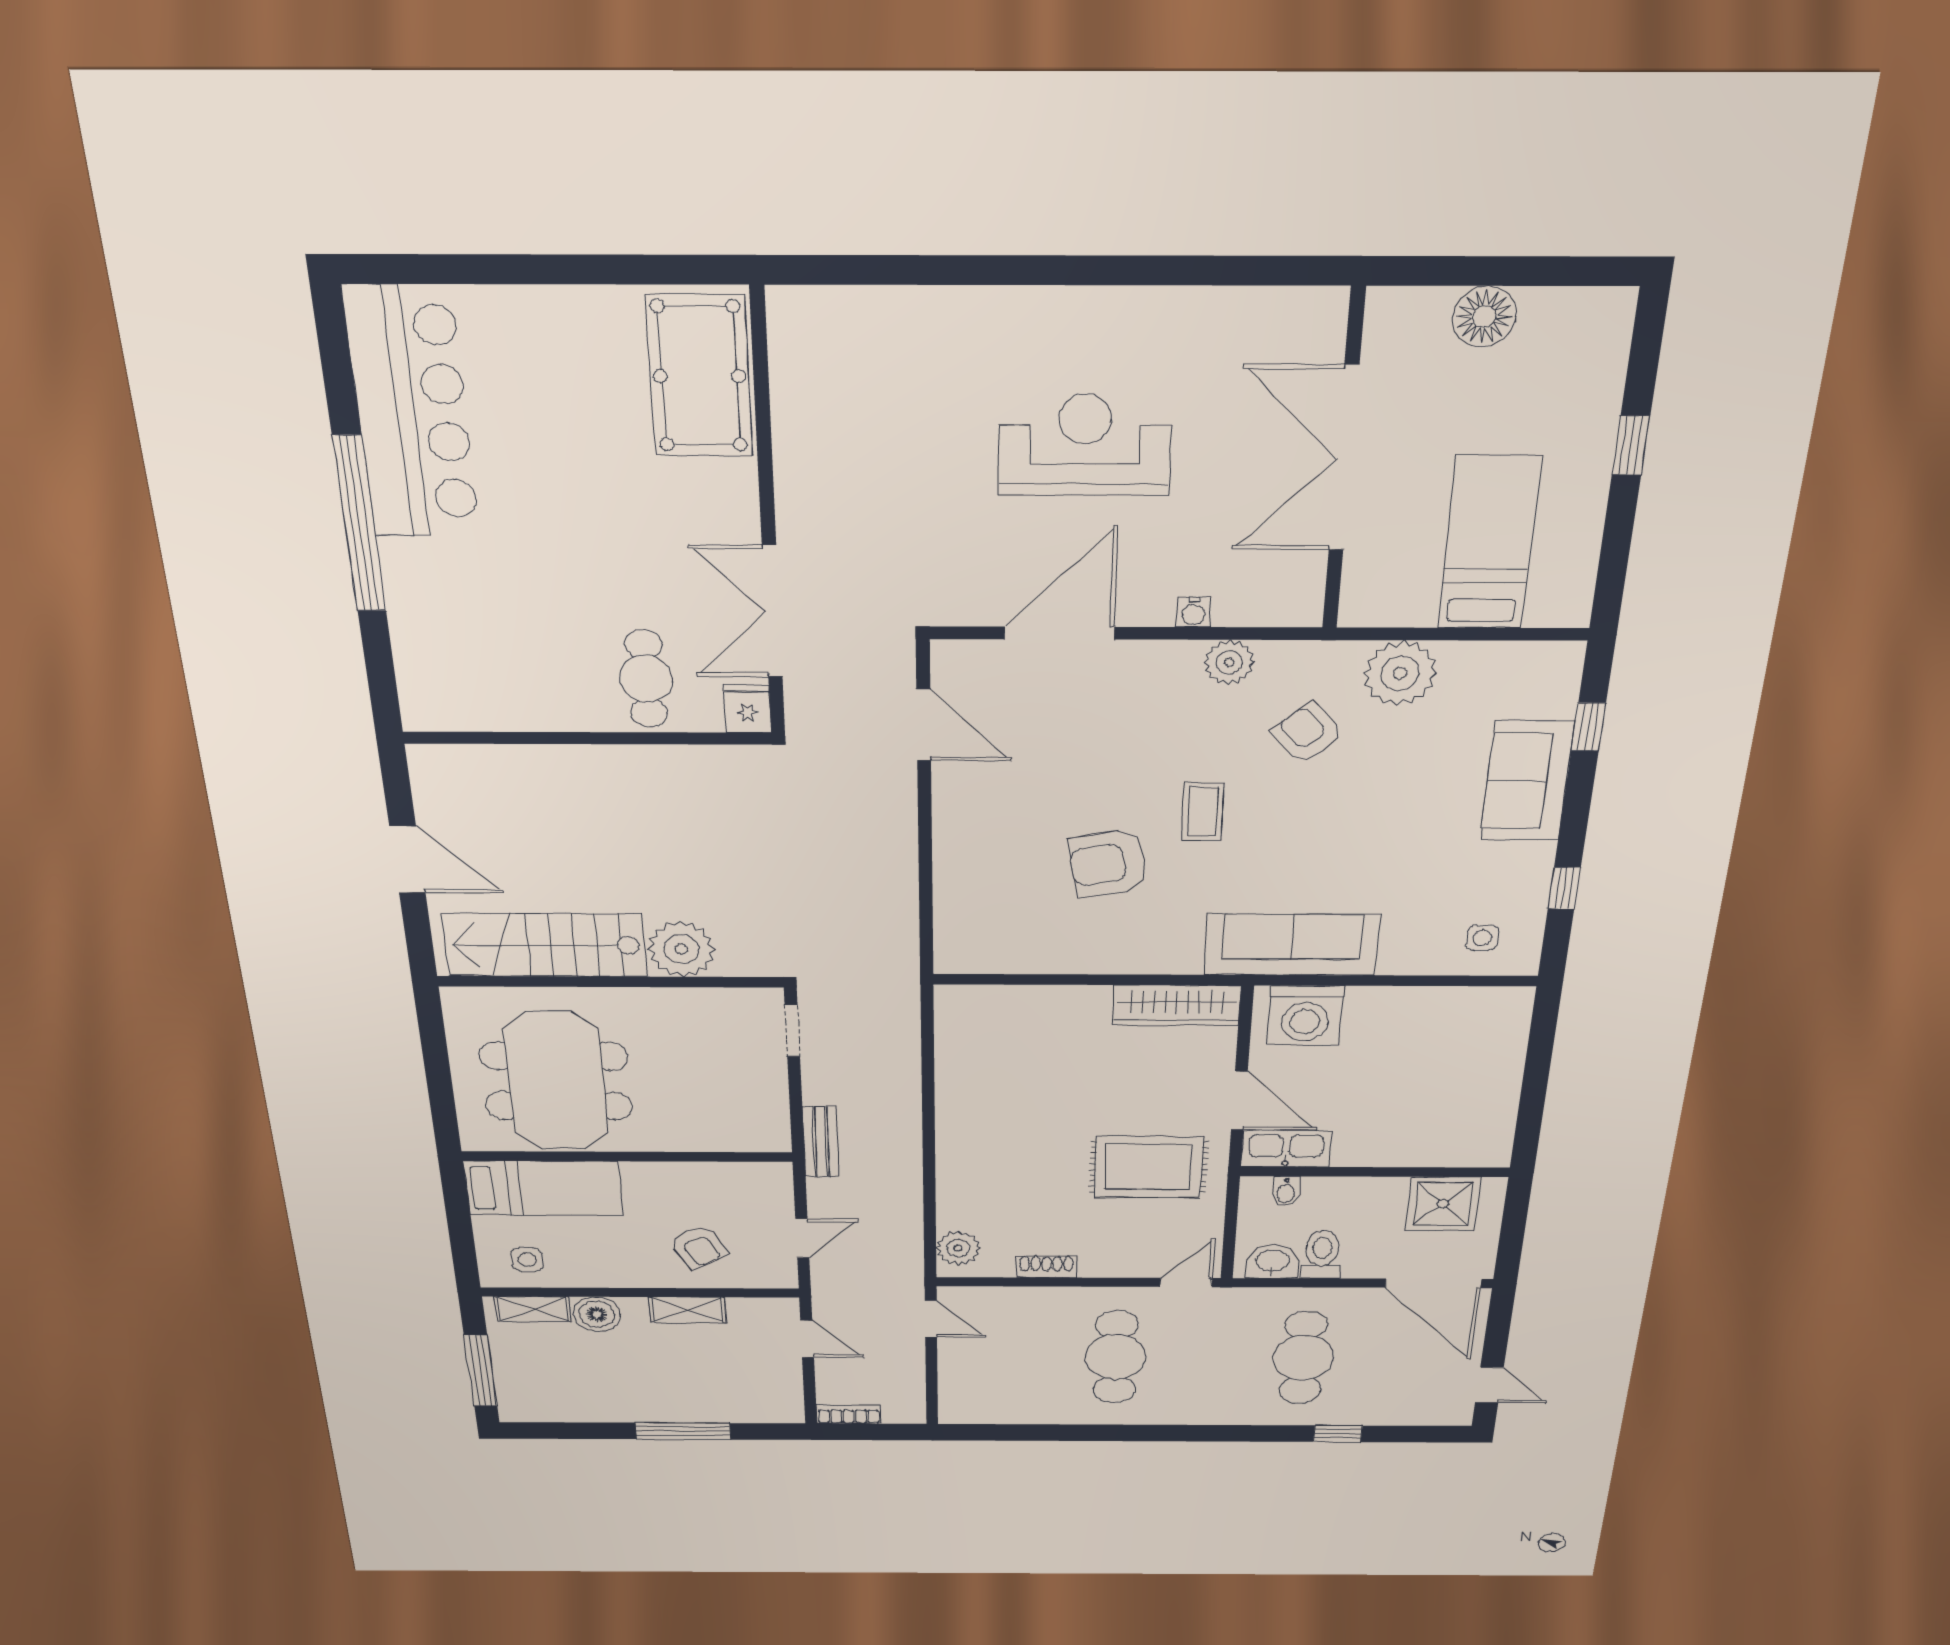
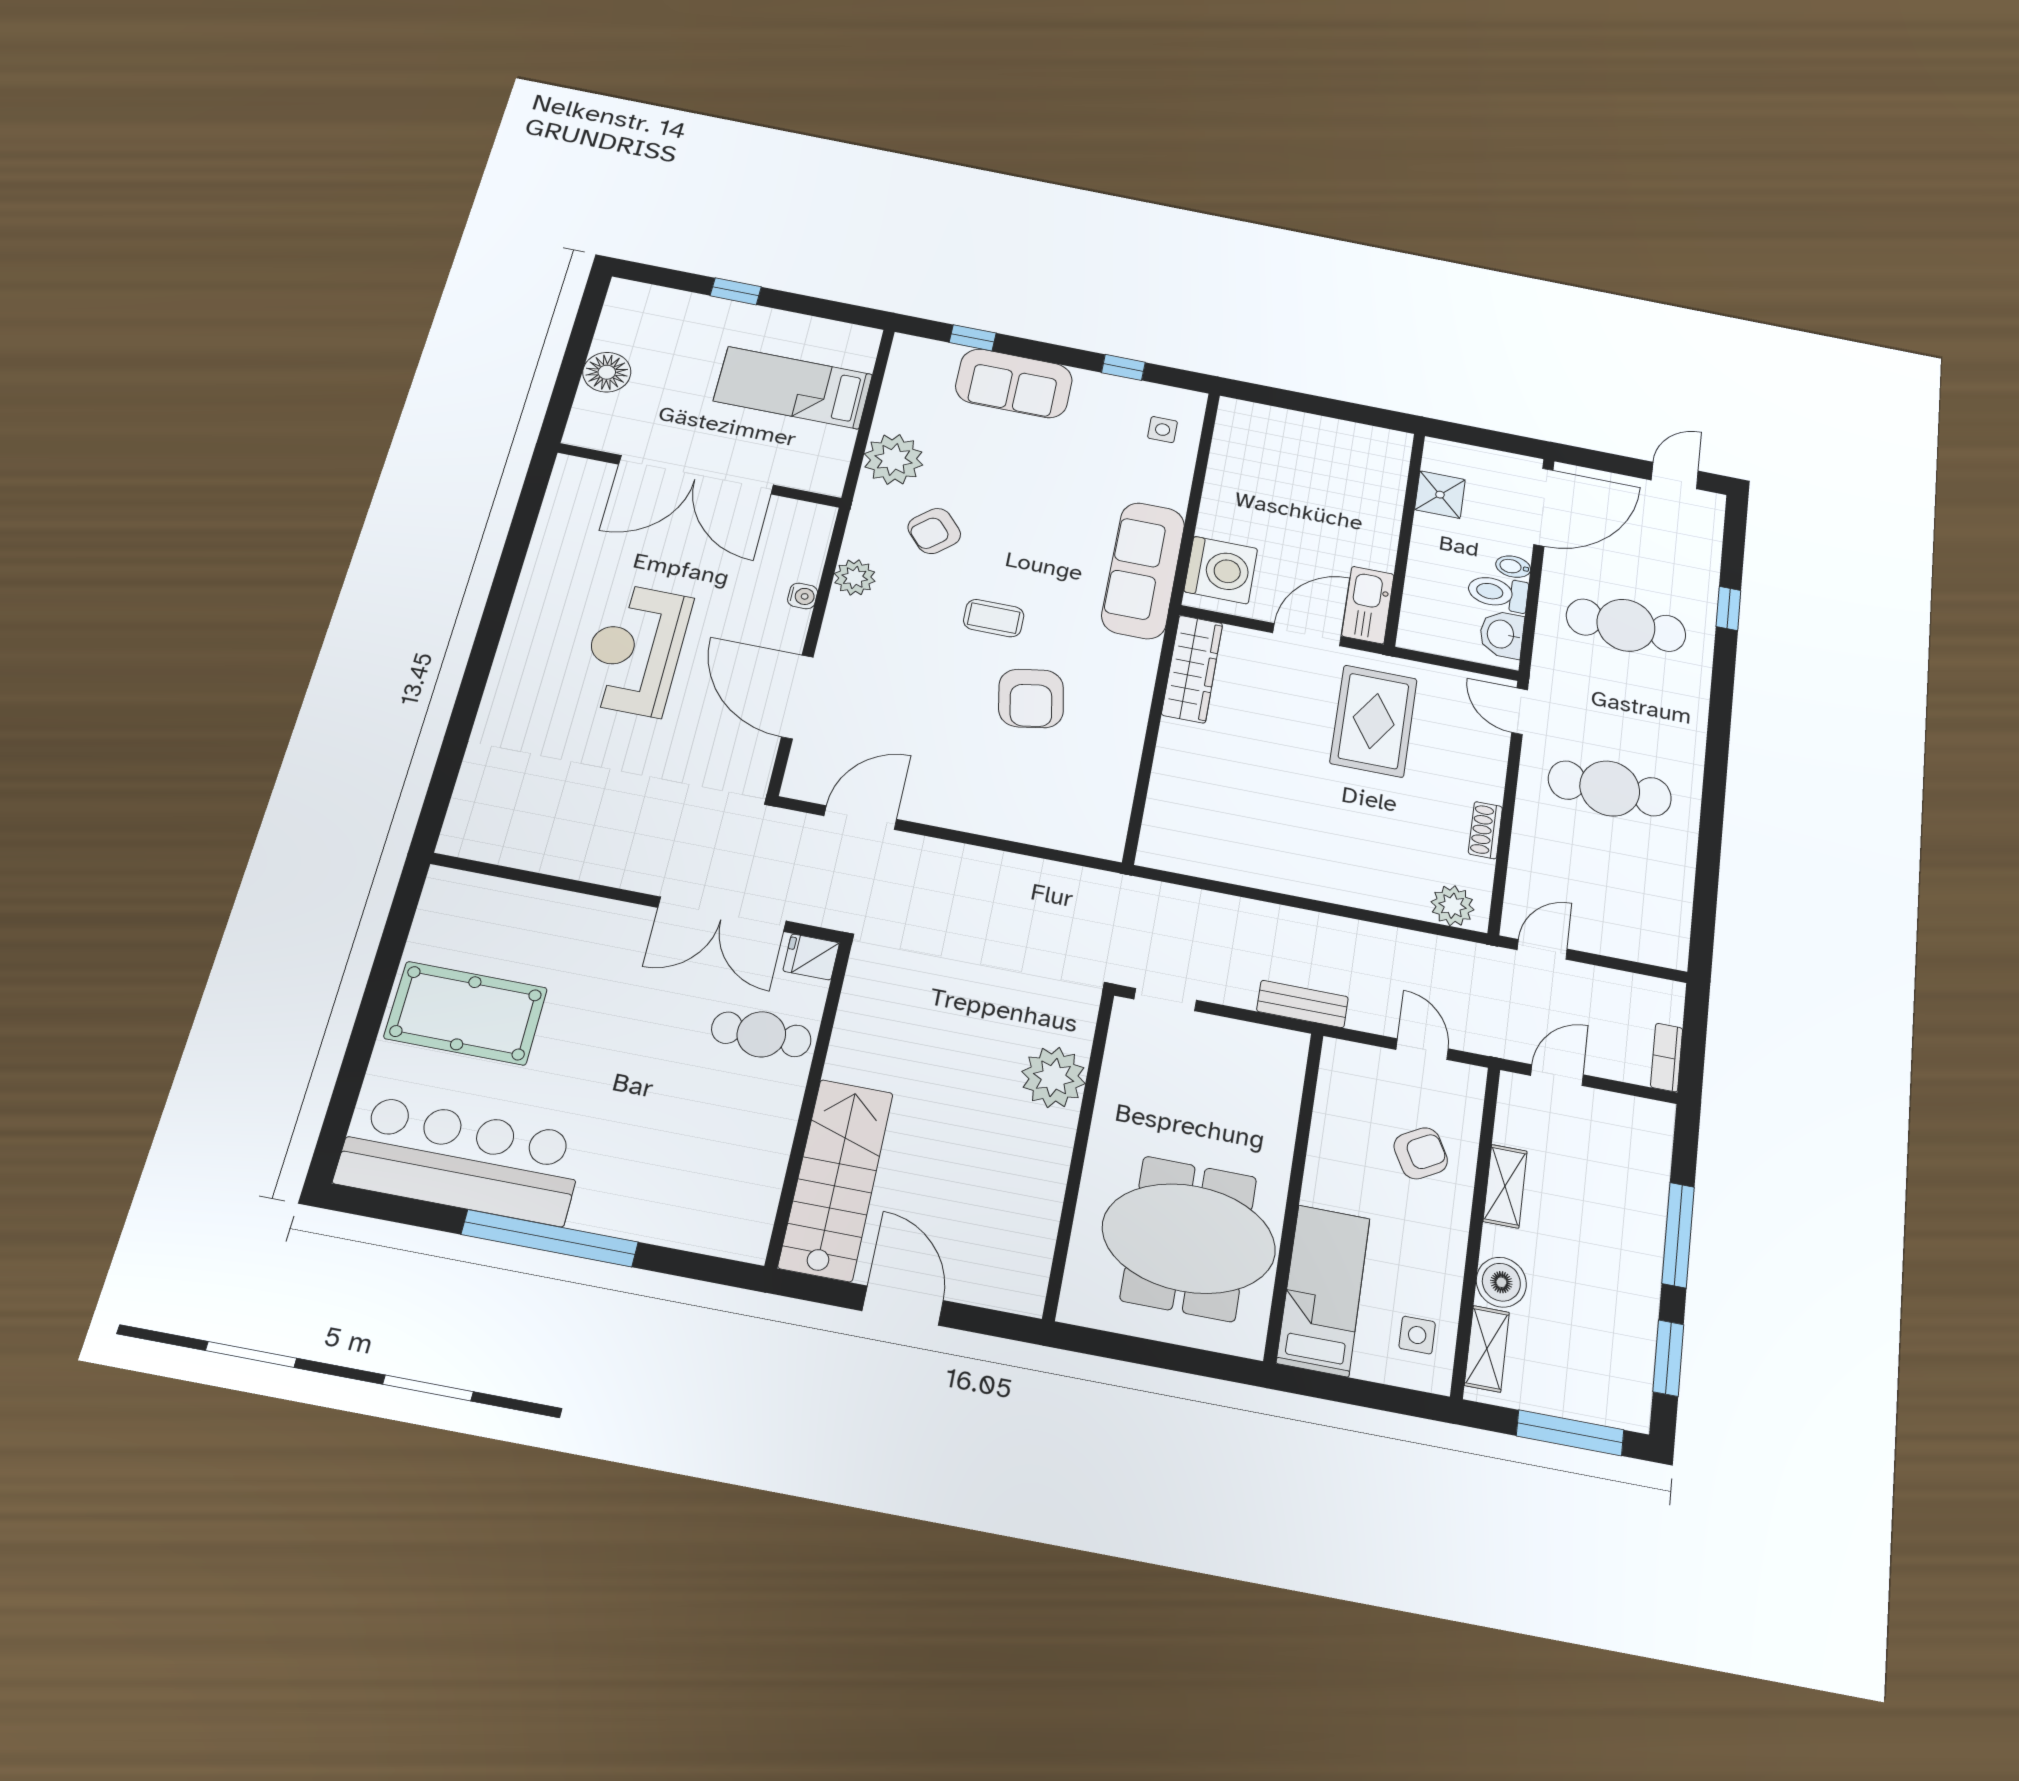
pool table: (699, 376) -> (466, 1013), moved
door: (407, 859) -> (903, 1306), hinge flipped
stairs: (545, 945) -> (836, 1179), moved, turned 180
bidet: (1286, 1191) -> (1513, 567), moved, turned 180
shower: (1443, 1204) -> (1440, 495), width x0.73, depth x0.73
window: (571, 1431) -> (1668, 1358), added

